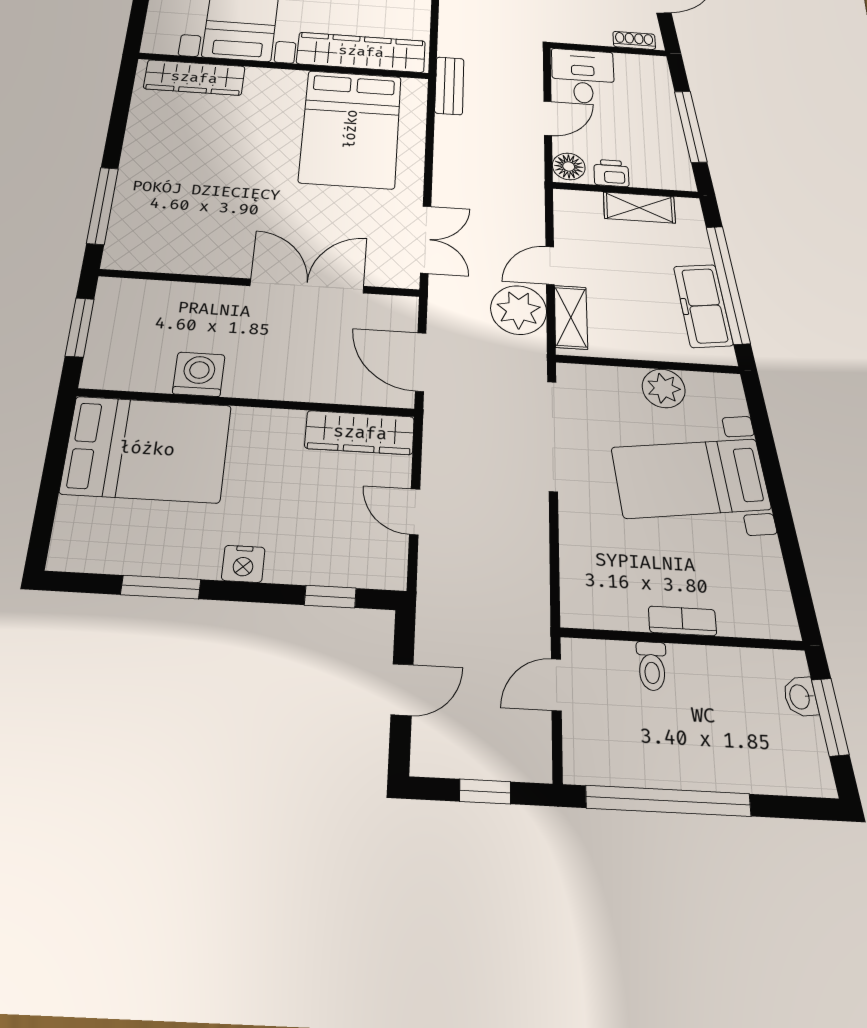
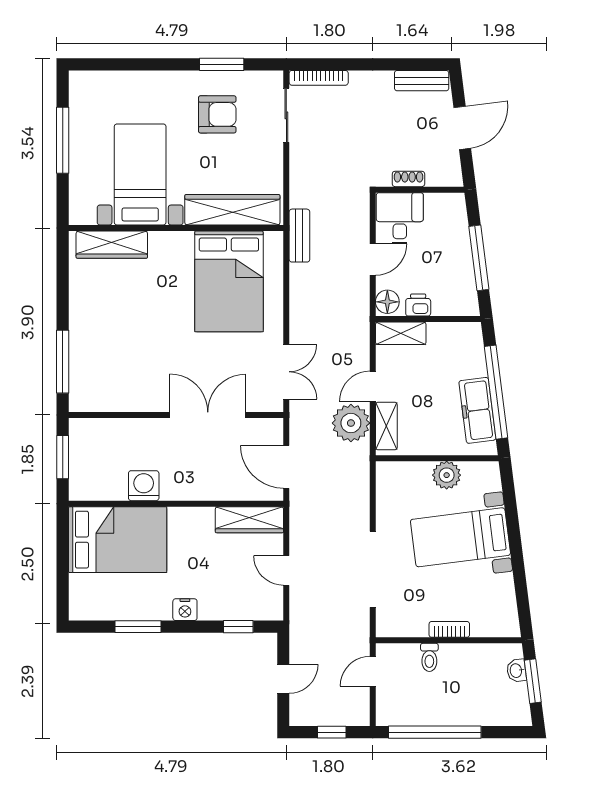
shoe rack: (634, 40) -> (408, 179), moved
shelving: (639, 208) -> (401, 333), moved
doorway: (553, 436) -> (373, 569), moved

